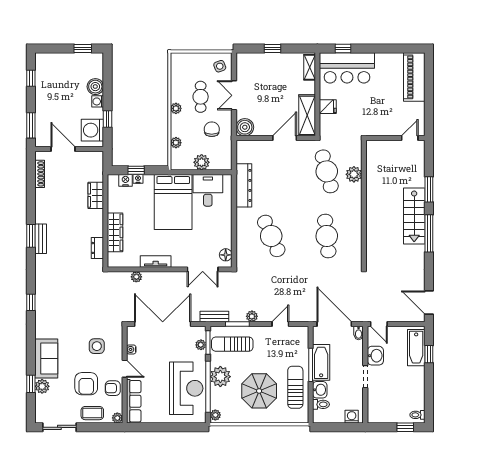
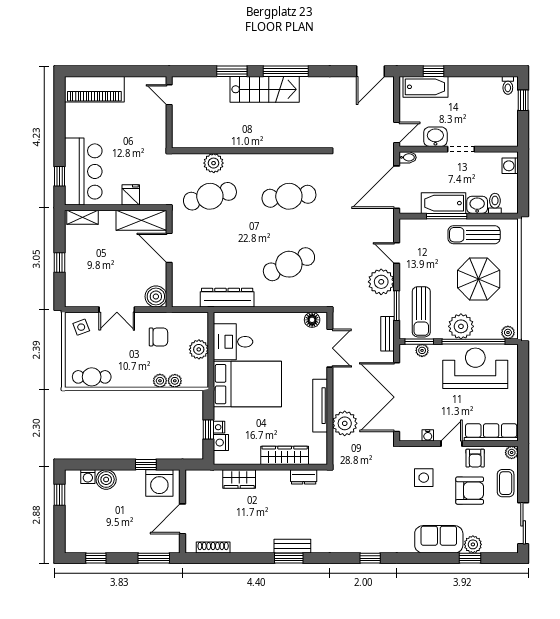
cafe table: (201, 97) -> (92, 377), moved
washing machine: (98, 101) -> (88, 477), moved
plant: (176, 108) -> (160, 381), moved
chair: (212, 129) -> (158, 337), turned 180
tv unit: (156, 261) -> (320, 406), width x1.41
plant: (136, 277) -> (345, 423), width x1.88, depth x1.88
plant: (252, 316) -> (381, 282), width x1.87, depth x1.87

